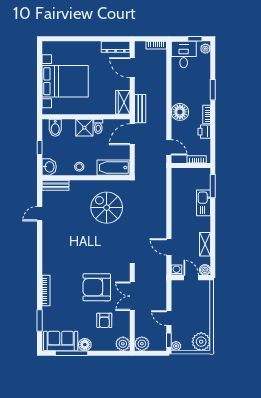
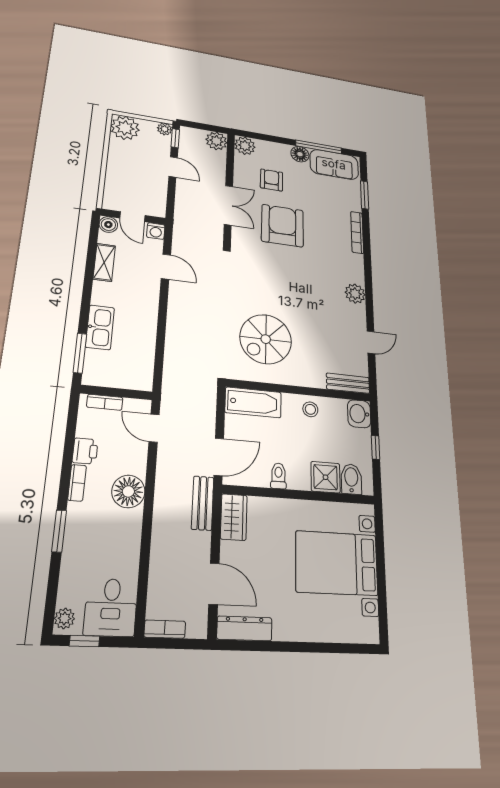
shower: (84, 128) -> (326, 477), moved
spiral stairs: (107, 208) -> (266, 339), turned 90
plant: (49, 246) -> (355, 294), added
armchair: (97, 287) -> (282, 226), turned -90

